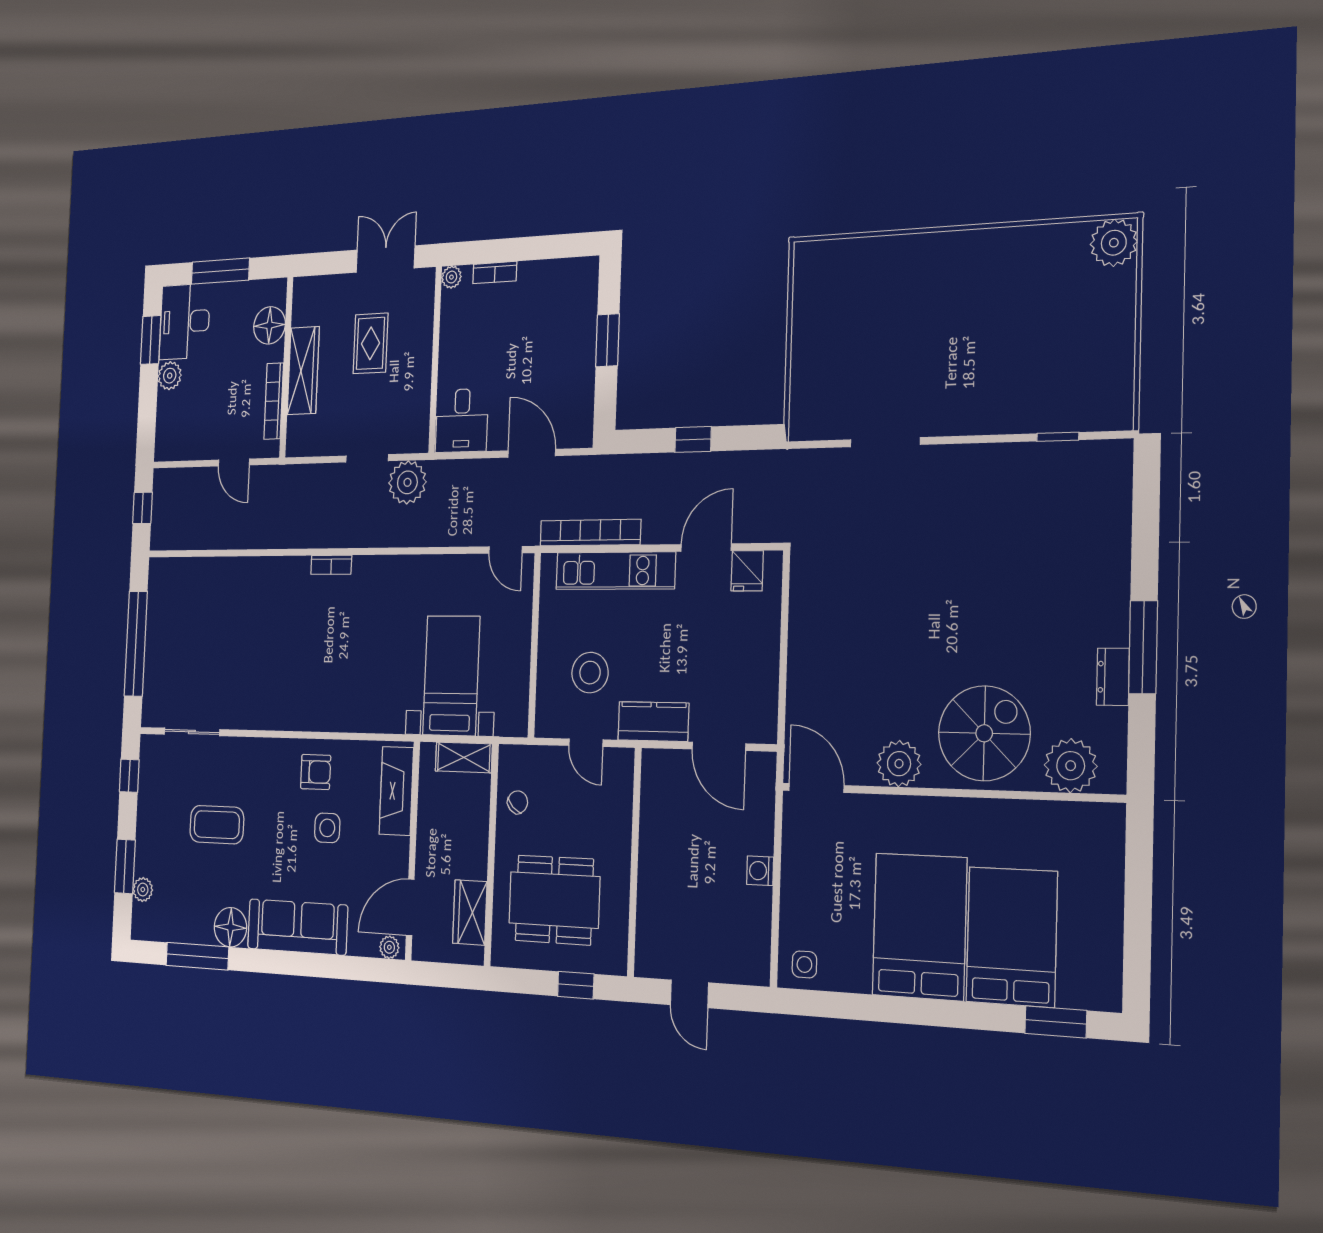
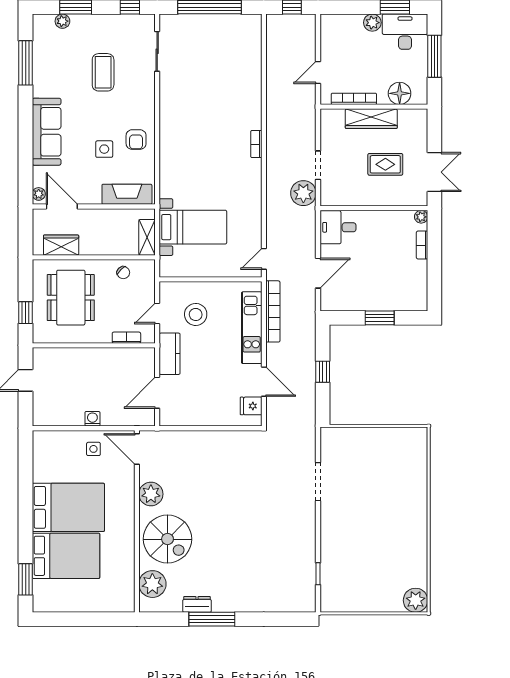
door: (816, 788) -> (137, 449), swing flipped
bookcase: (624, 801) -> (126, 338), added
floor lamp: (230, 927) -> (44, 85), removed
side table: (804, 964) -> (93, 449), moved

